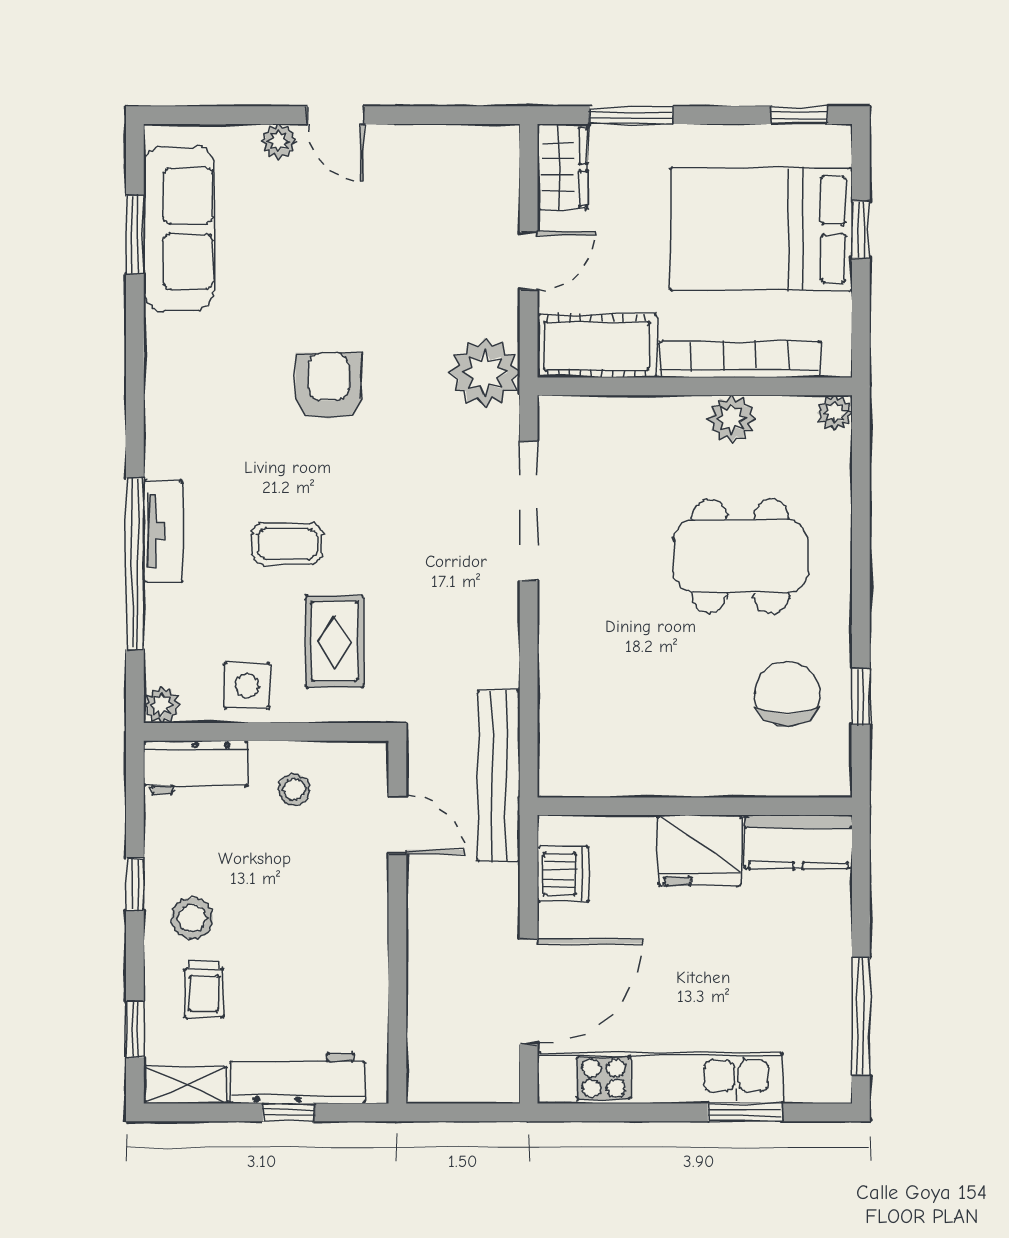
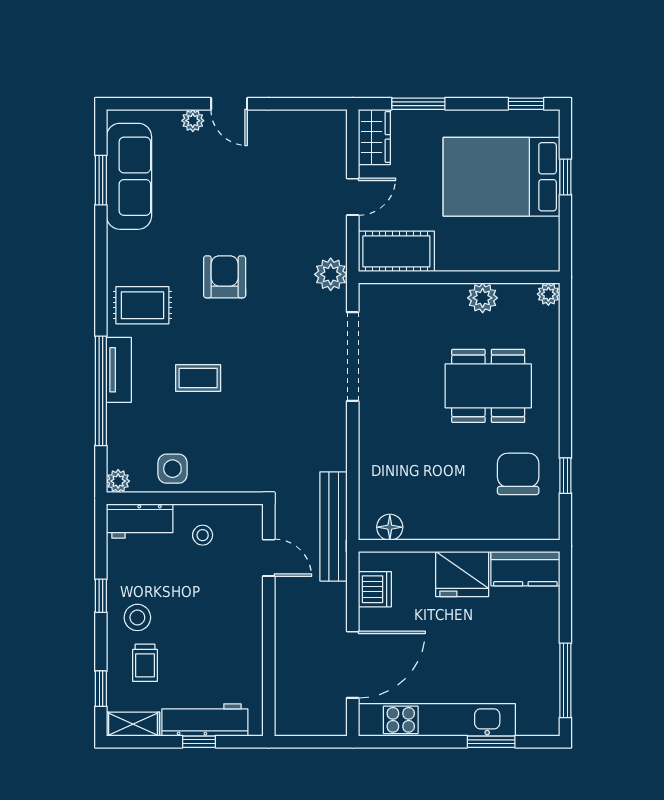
bookcase: (740, 359) -> (488, 260), removed
plant: (485, 373) -> (331, 274), width x0.73, depth x0.73
rug: (335, 641) -> (142, 305), moved, turned 90
floor lamp: (587, 777) -> (390, 527), added

